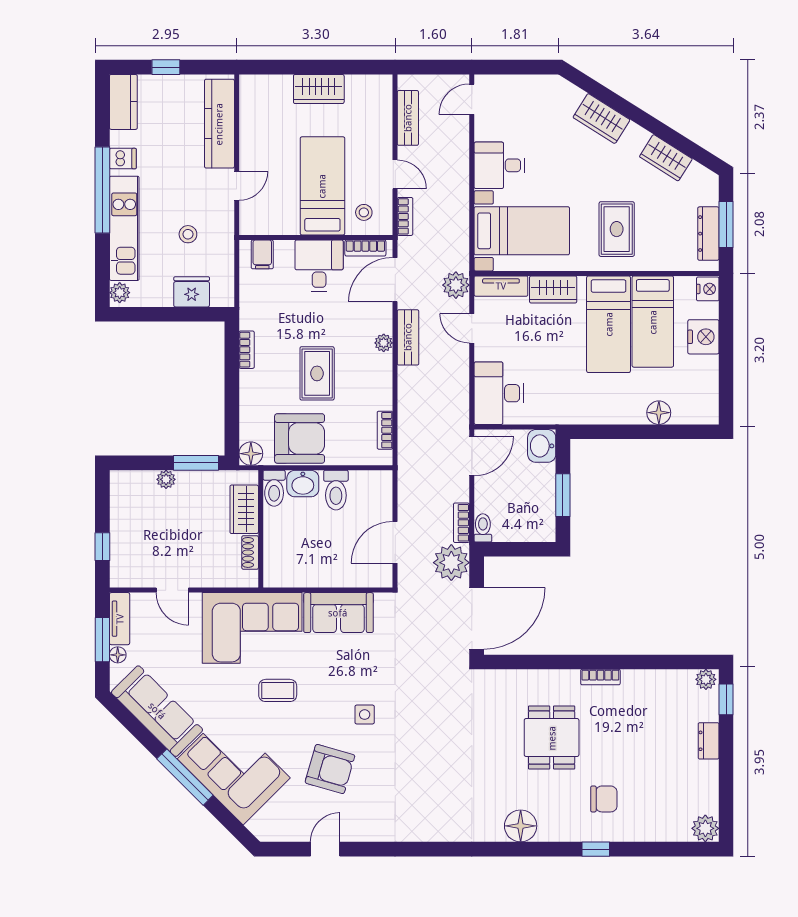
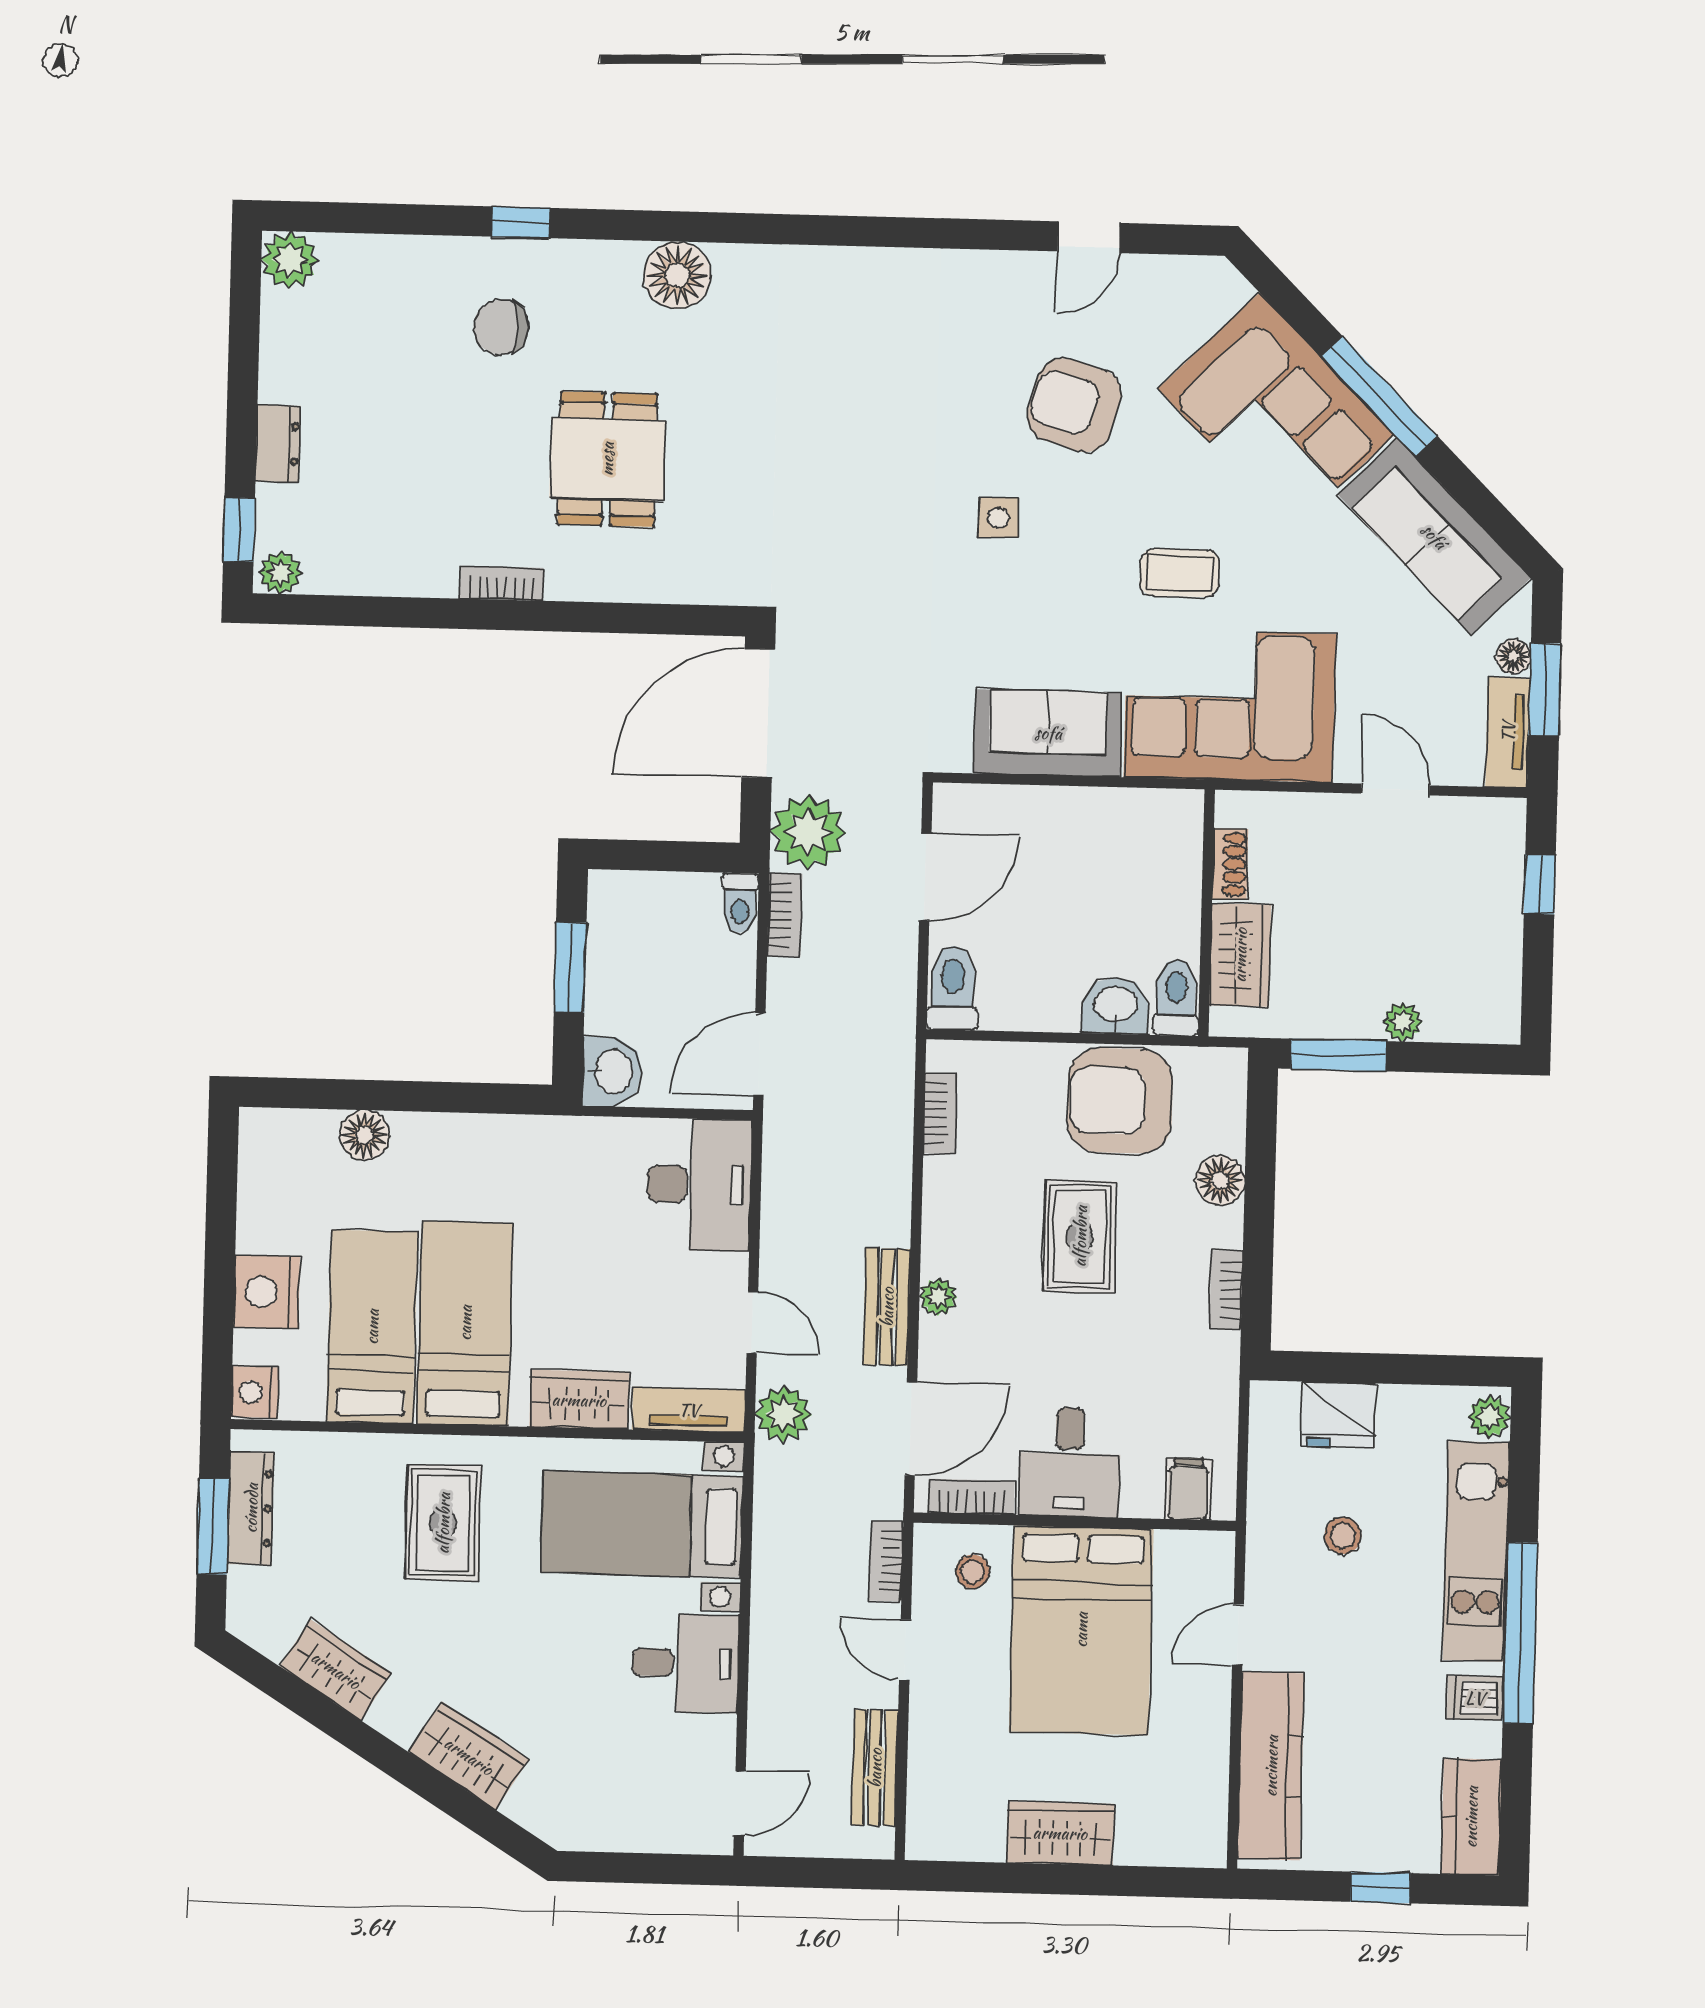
bed: (322, 186) -> (1081, 1630), width x1.50
floor lamp: (251, 454) -> (1220, 1180), moved
toilet: (336, 490) -> (953, 988), moved

